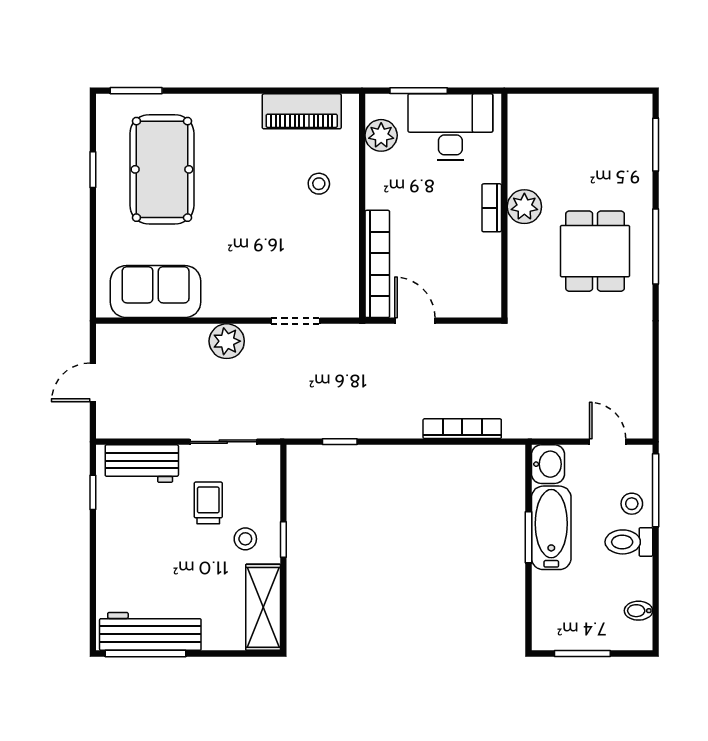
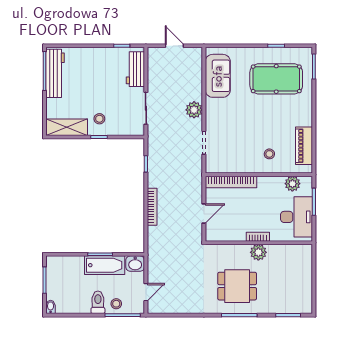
door: (415, 321) -> (204, 214), moved
bookcase: (462, 429) -> (152, 207), moved
trolley: (208, 503) -> (117, 101), removed
bidet: (638, 611) -> (51, 307), moved

